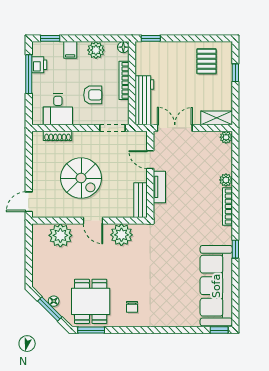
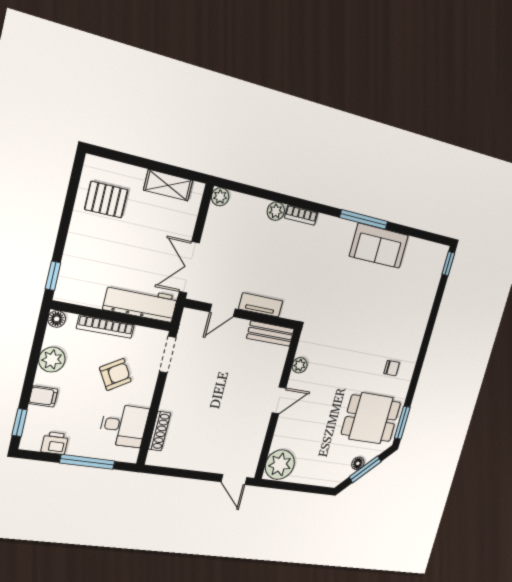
window: (235, 73) -> (133, 160), removed
window: (29, 74) -> (87, 462), moved
armchair: (93, 95) -> (115, 374), turned 59
shelving: (217, 118) -> (168, 185), moved, turned 90
spiral stairs: (81, 178) -> (222, 408), removed
bookcase: (227, 206) -> (301, 215), width x0.64
plant: (60, 235) -> (280, 465), moved
plant: (121, 235) -> (300, 365), width x0.53, depth x0.53
window: (235, 249) -> (364, 220), width x2.17
sofa: (216, 286) -> (379, 246), width x0.54, depth x0.79

